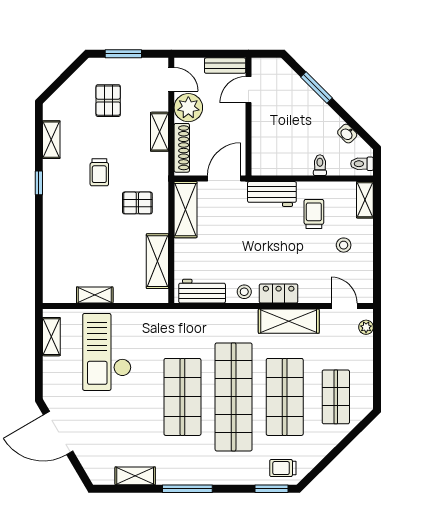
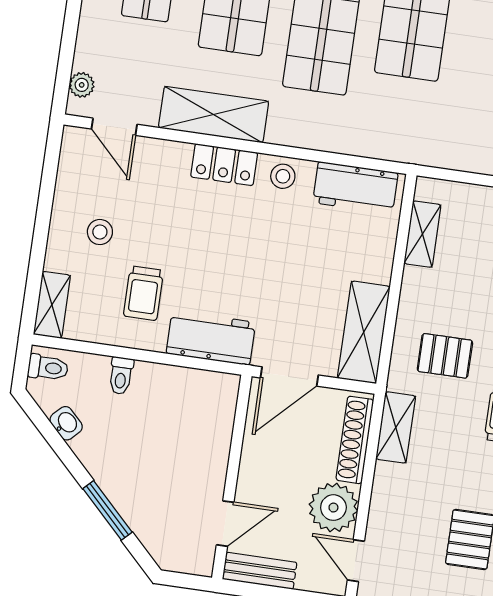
shelving: (160, 132) -> (396, 427), moved
shelving: (157, 261) -> (422, 234), width x0.67, depth x0.75

